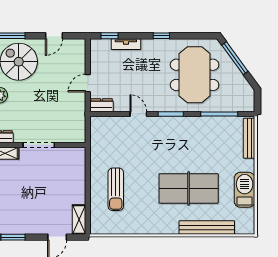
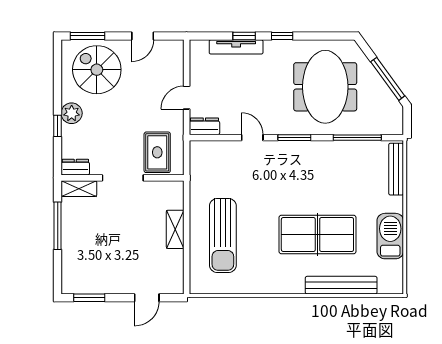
window: (109, 36) -> (244, 36), moved
tv unit: (126, 44) -> (236, 47), width x1.41
window: (235, 58) -> (388, 79), moved
rug: (65, 125) -> (157, 152), added
sun lounger: (116, 189) -> (223, 236), width x1.36, depth x1.34
shelving: (79, 219) -> (175, 229), moved

